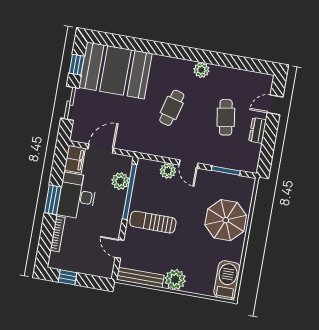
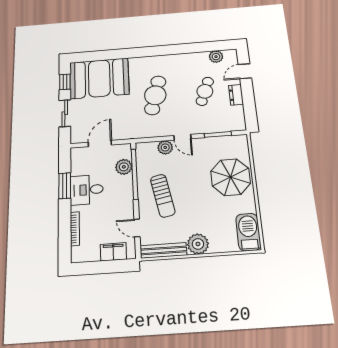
plant: (201, 70) -> (216, 57), moved
cafe table: (172, 108) -> (155, 95), width x1.37, depth x1.35
cafe table: (226, 117) -> (205, 91), turned 30
filing cabinet: (75, 159) -> (113, 252), moved, turned -90
desk: (77, 196) -> (87, 190), width x0.73
window: (53, 200) -> (65, 186), moved
sun lounger: (153, 222) -> (163, 196), turned -101
window: (68, 277) -> (92, 268), removed

